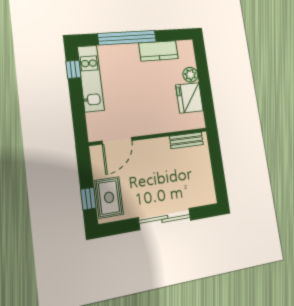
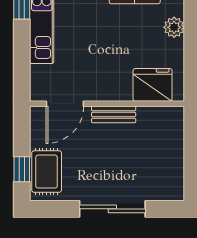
fridge: (189, 98) -> (153, 85), moved, turned 90
bench: (186, 140) -> (114, 114), moved

